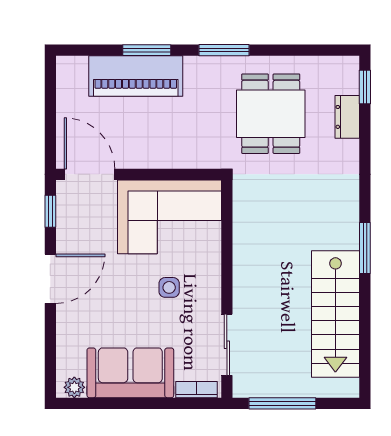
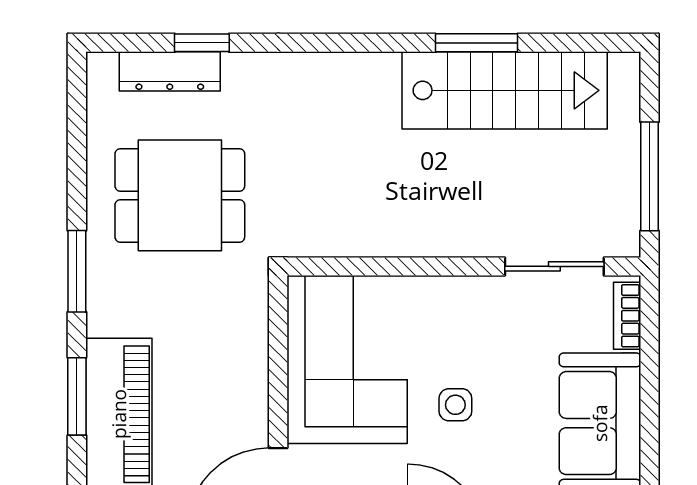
window: (365, 87) -> (202, 43), moved
dresser: (347, 117) -> (170, 71), width x1.44
window: (365, 248) -> (477, 43), moved
side table: (169, 287) -> (455, 405), moved

